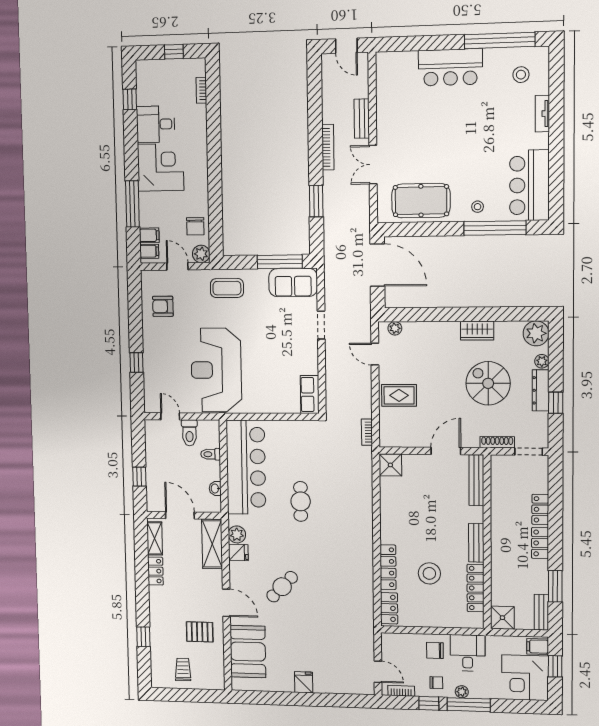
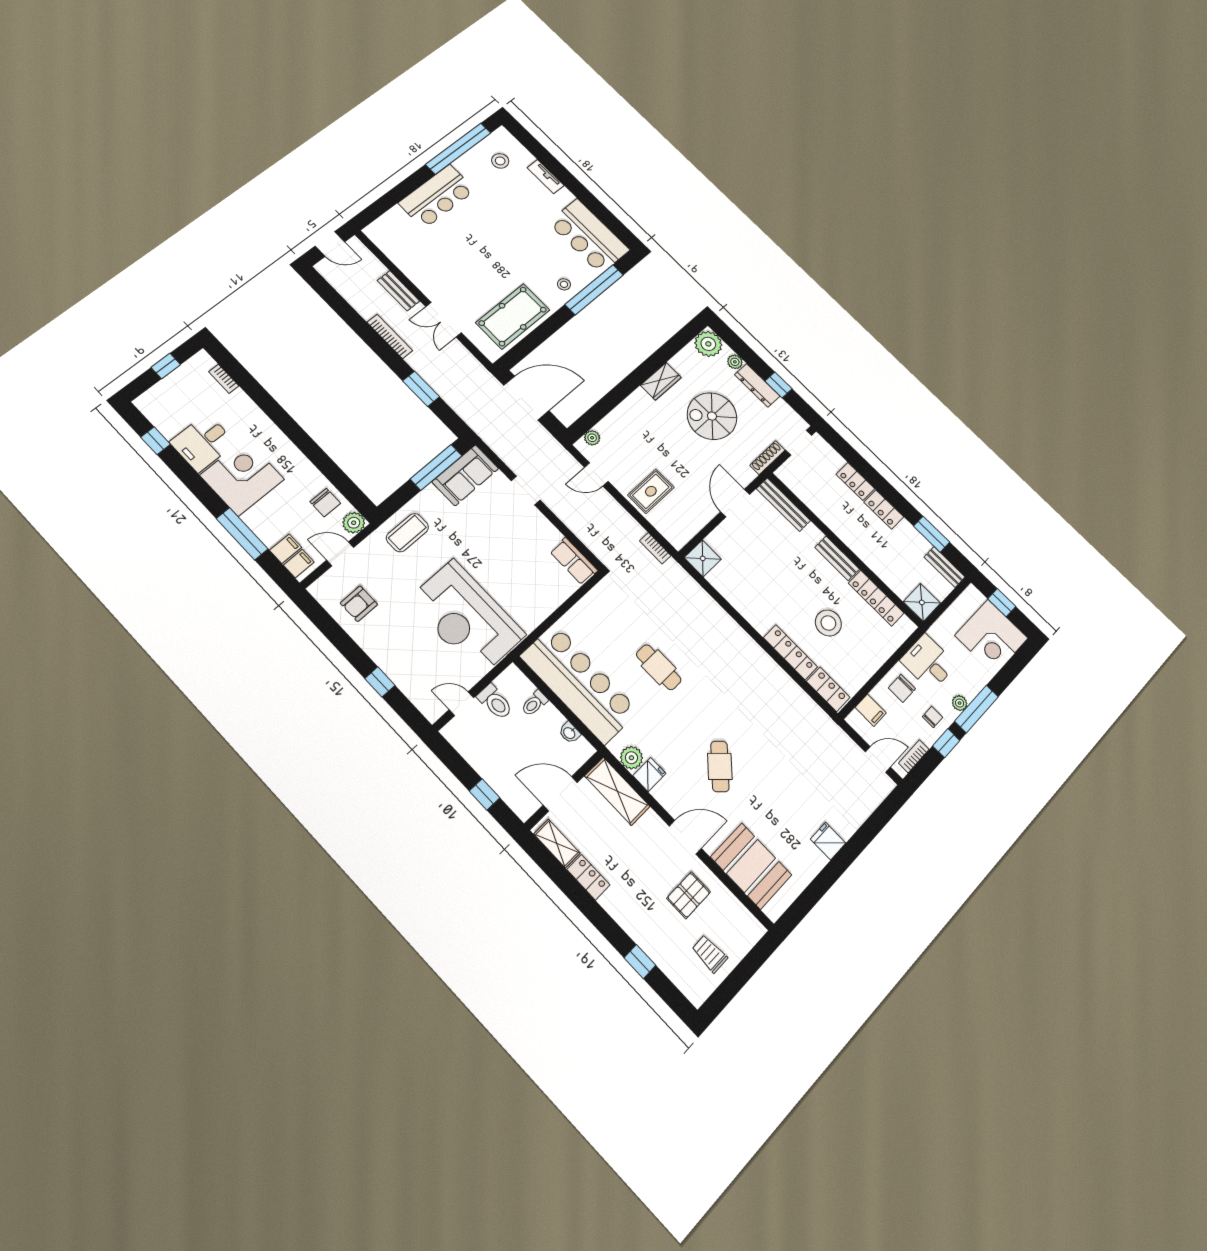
filing cabinet: (538, 647) -> (871, 710), moved, turned -90

